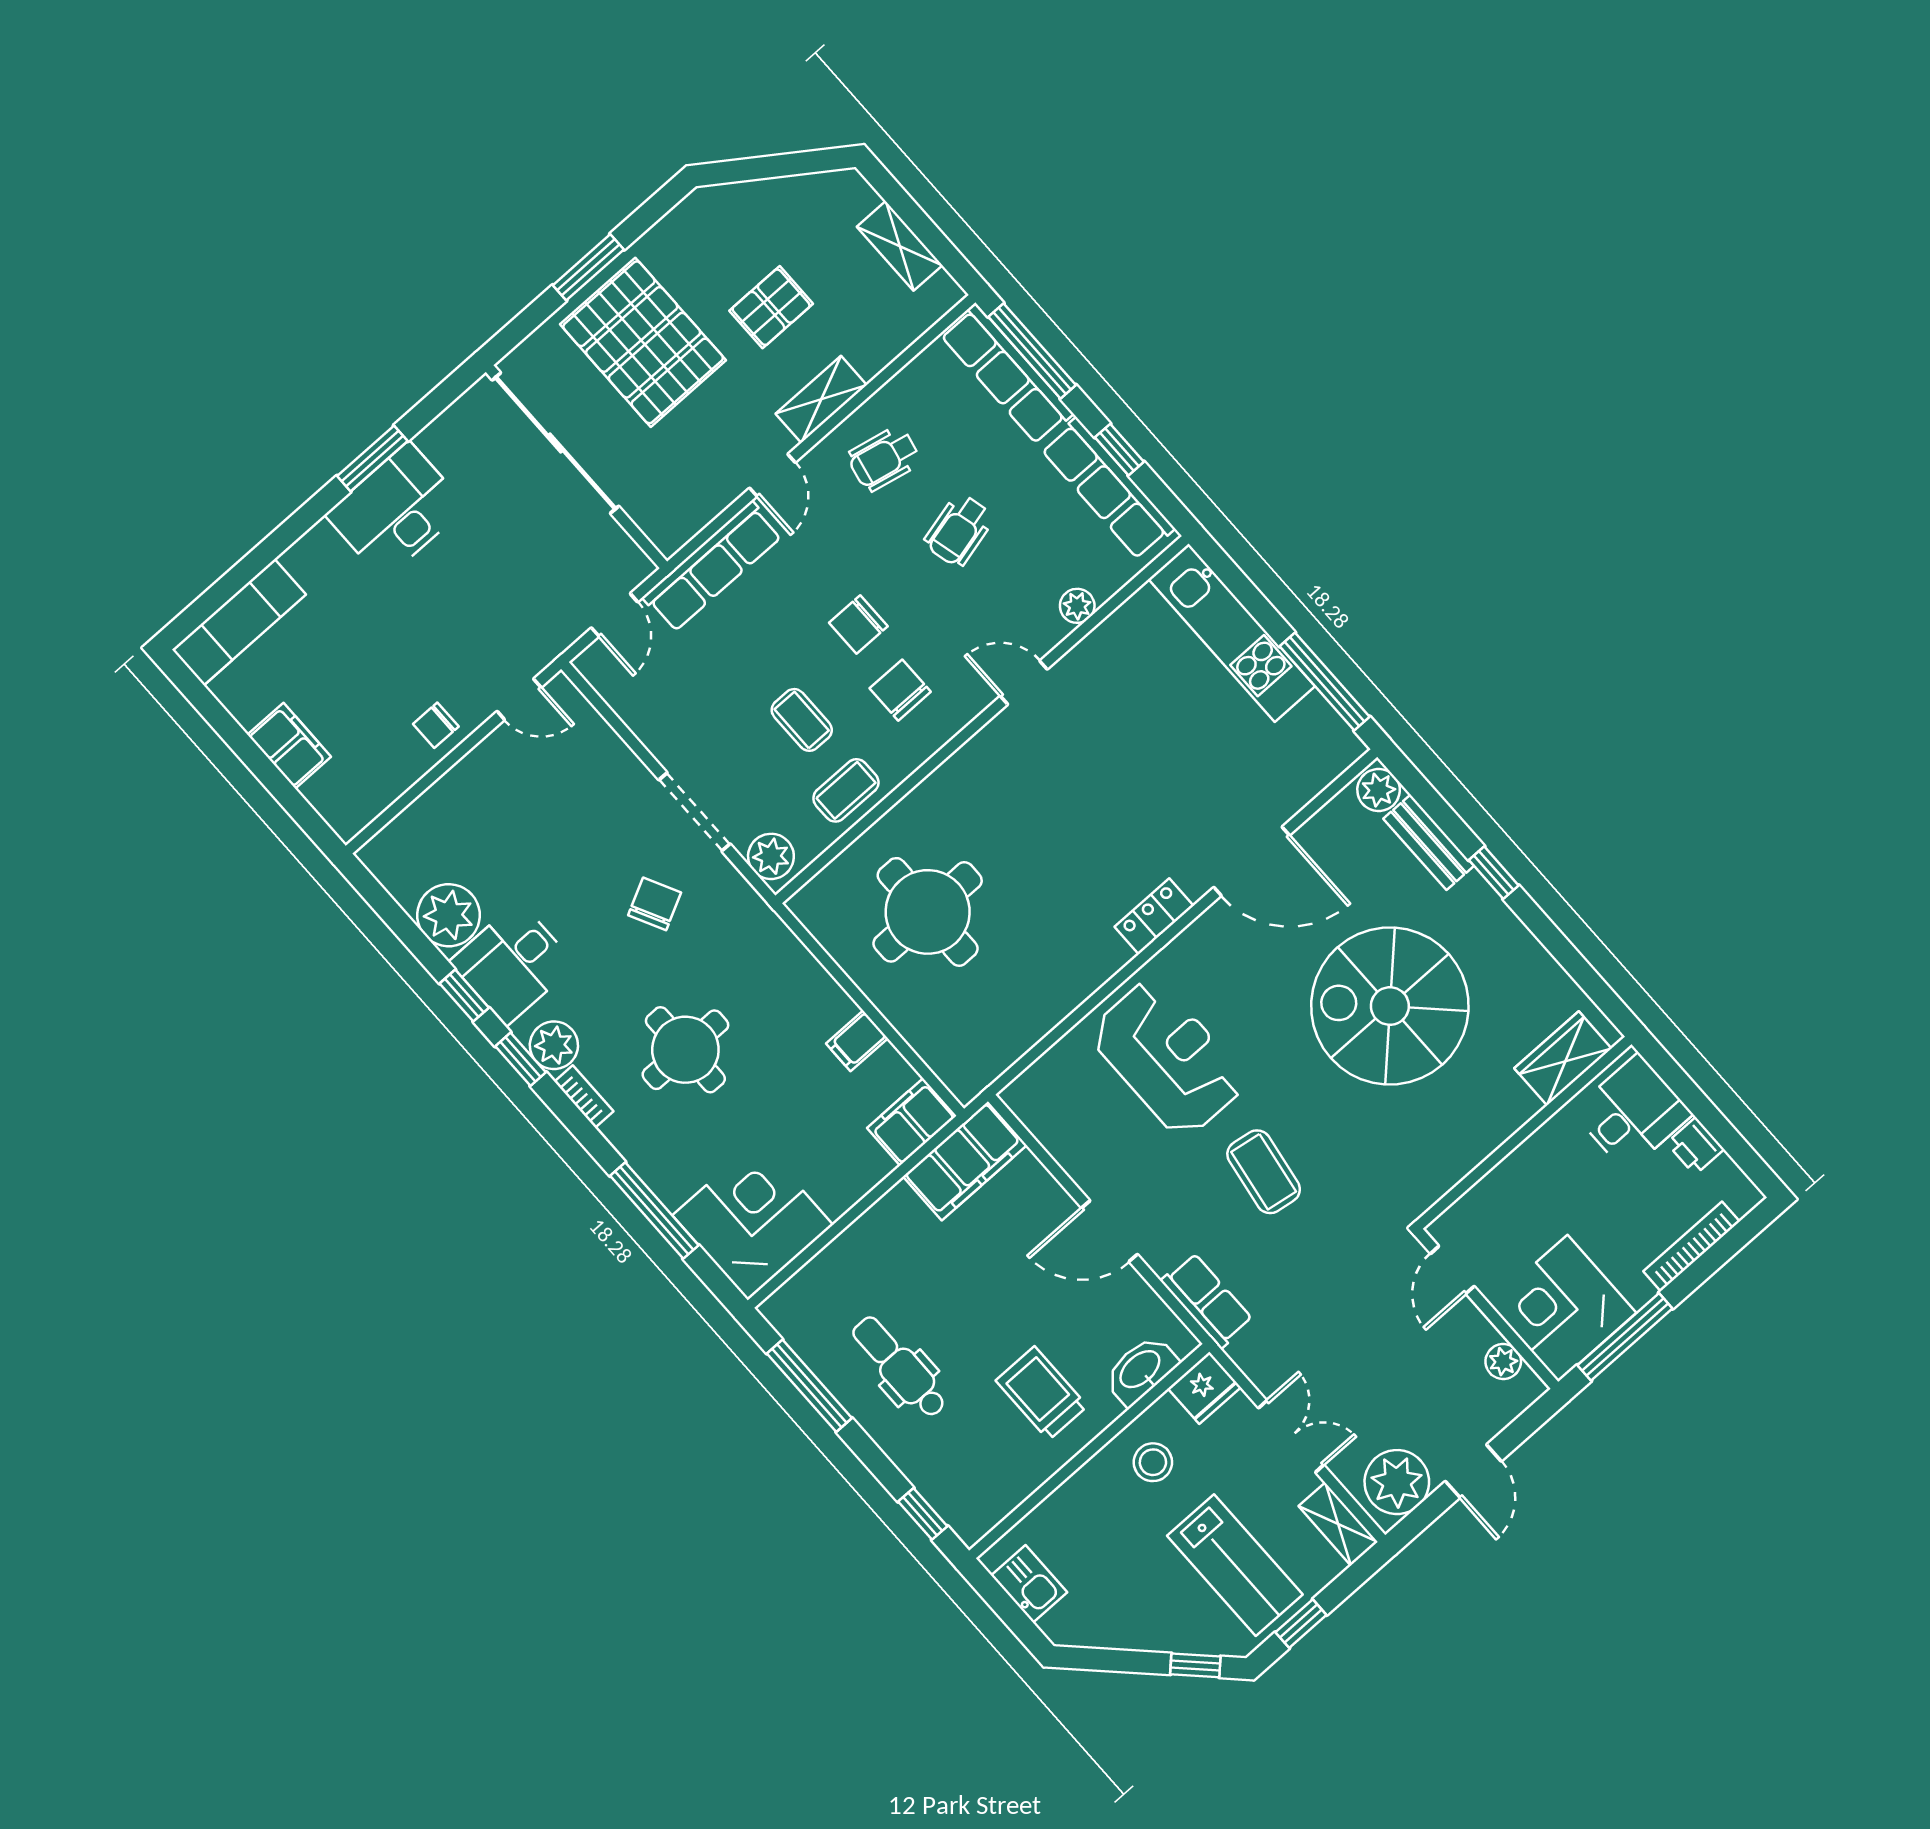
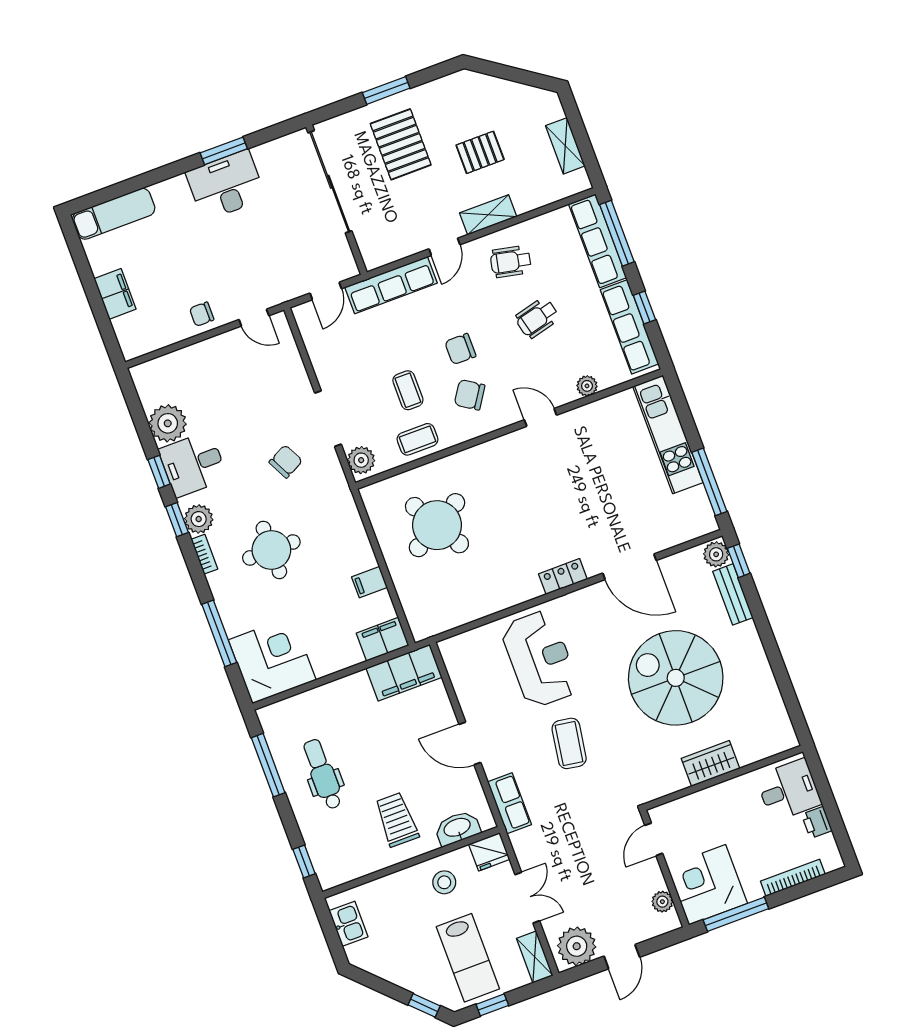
pallet: (643, 342) -> (401, 144), width x0.73, depth x0.71
chair: (900, 690) -> (470, 395), turned -57
window: (1494, 873) -> (739, 561), moved
round table: (928, 912) -> (437, 525), turned -30
wardrobe: (1563, 1058) -> (711, 764), moved

